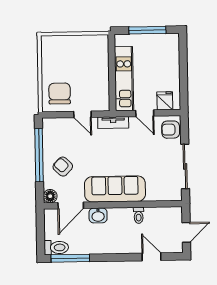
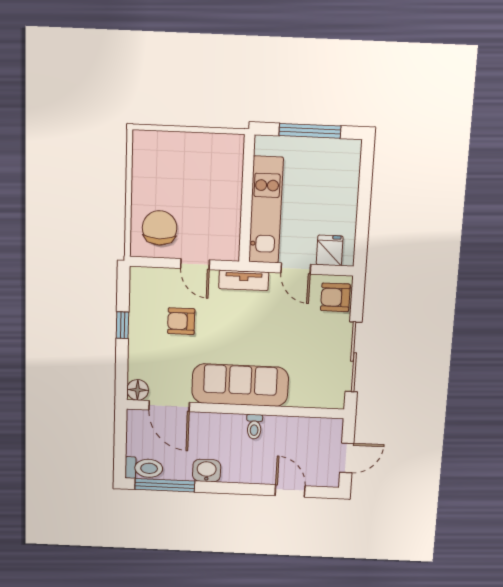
window: (39, 155) -> (122, 325), width x0.32
armchair: (63, 167) -> (181, 321), moved, turned -43
door: (71, 206) -> (169, 406), hinge flipped
washbasin: (98, 215) -> (207, 471), moved, turned 180
toilet: (139, 215) -> (254, 427), moved

